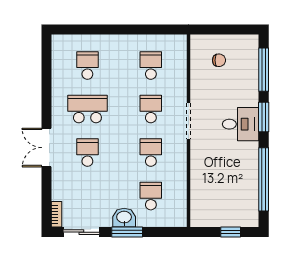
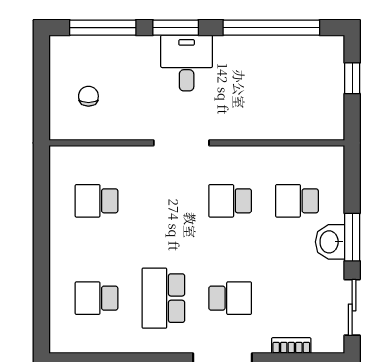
school desk: (151, 109) -> (163, 201), removed
school desk: (87, 153) -> (230, 298), turned 180
bookcase: (56, 214) -> (291, 346), moved

